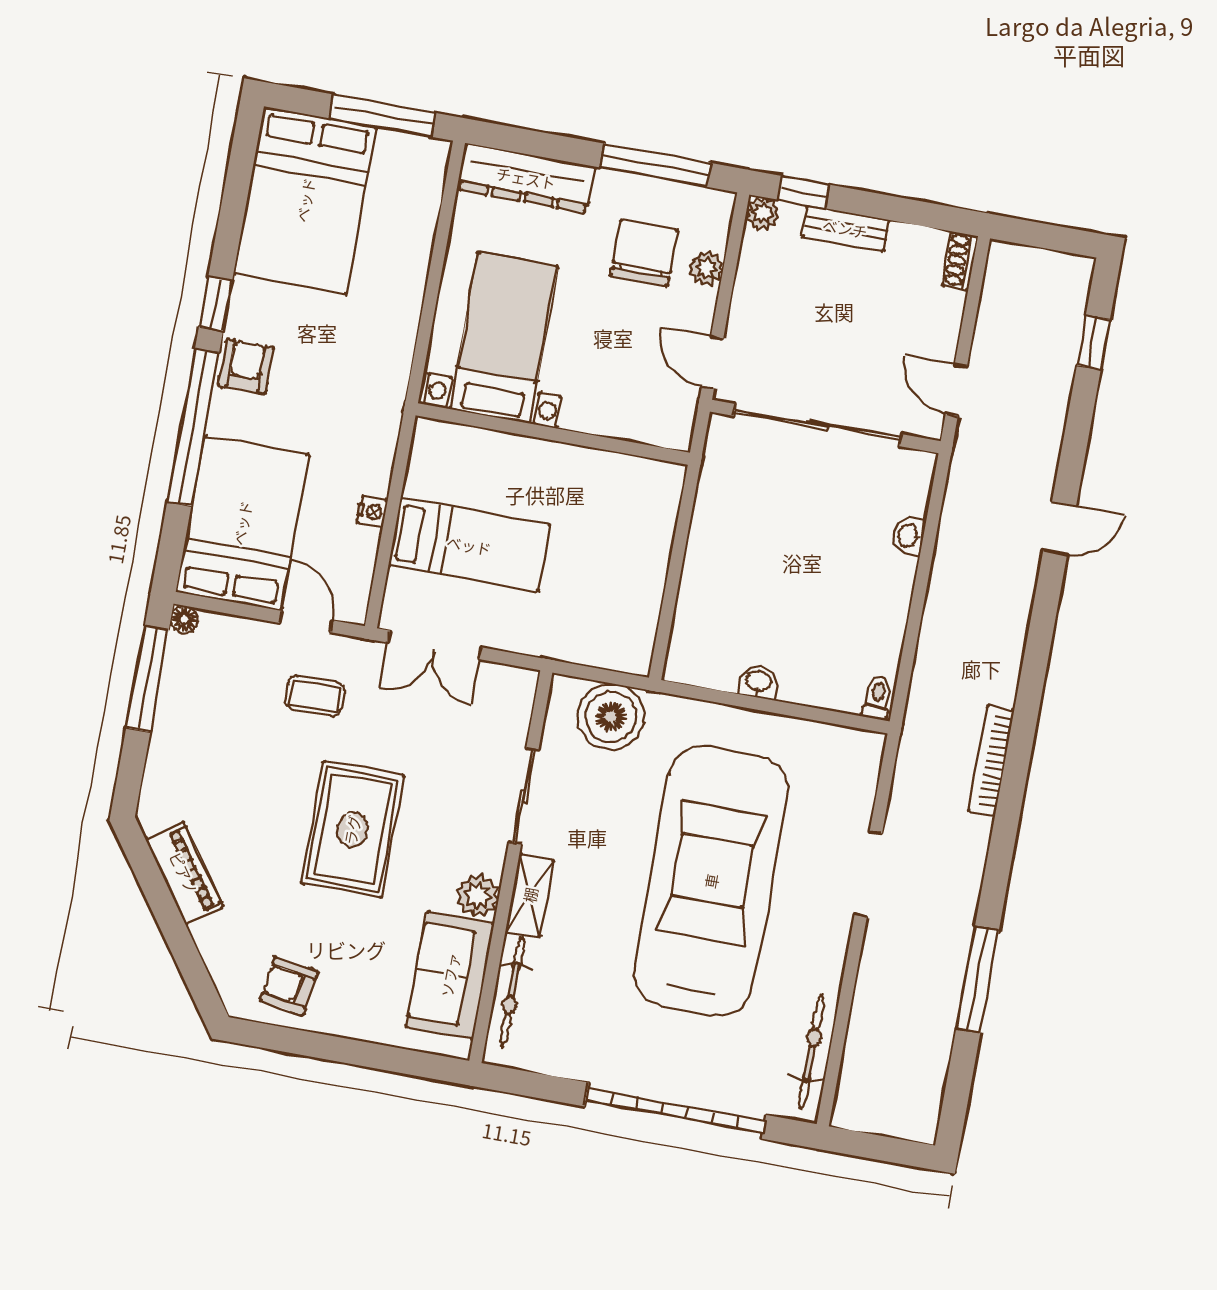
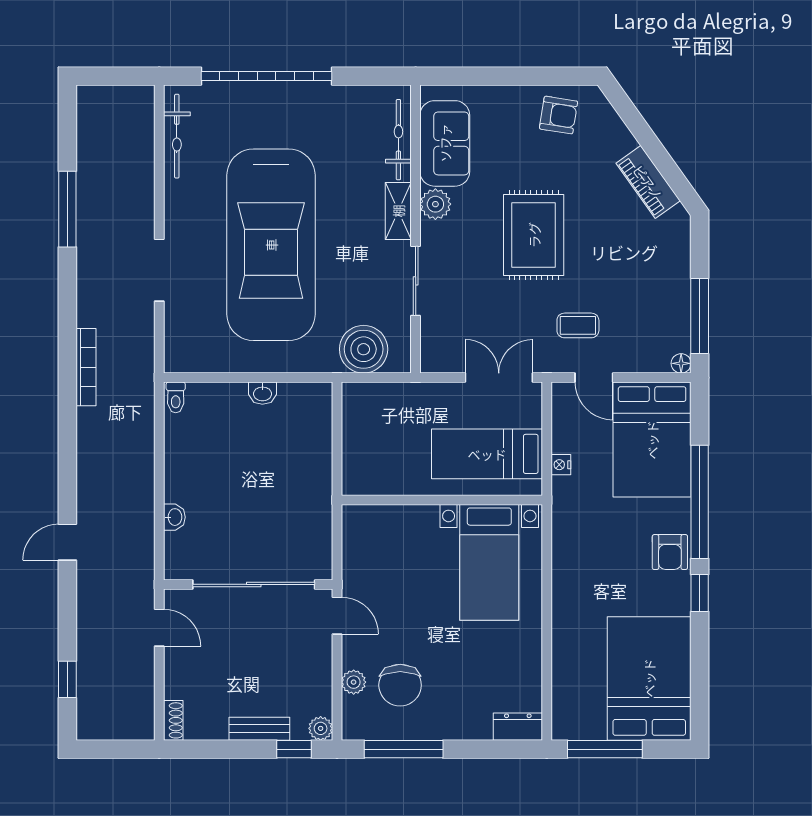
dresser: (526, 178) -> (518, 727), width x0.51, depth x0.80
bed with nightstands: (504, 338) -> (489, 562), moved
wall: (553, 434) -> (442, 500), moved

